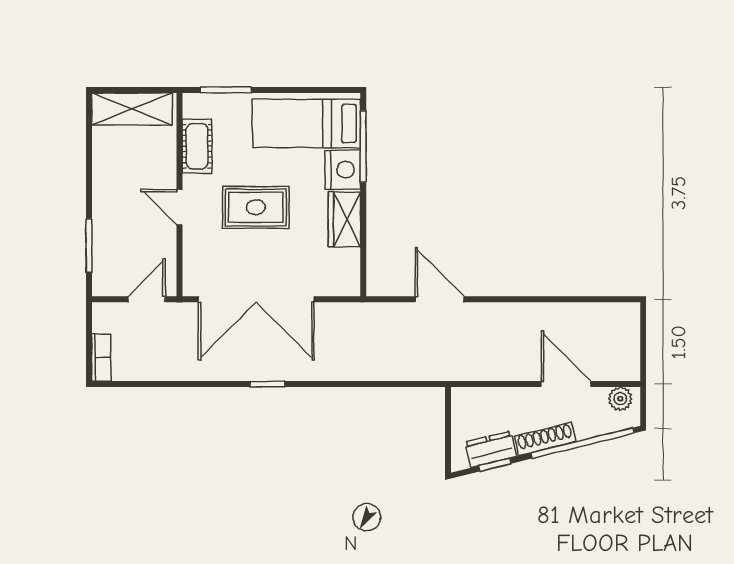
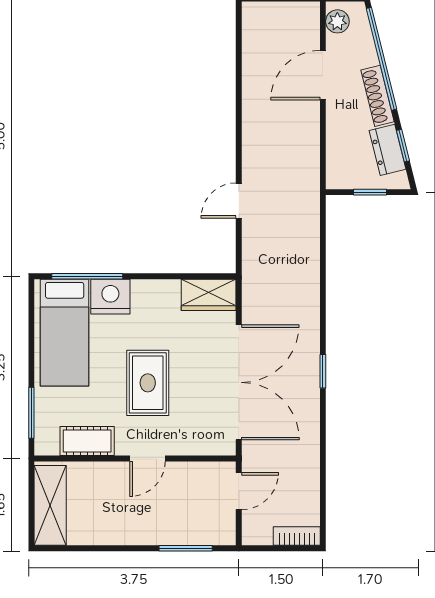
wardrobe: (344, 219) -> (209, 295), moved
door: (147, 299) -> (239, 491), swing flipped
door: (440, 299) -> (239, 201), width x0.73
window: (448, 432) -> (370, 192), added

